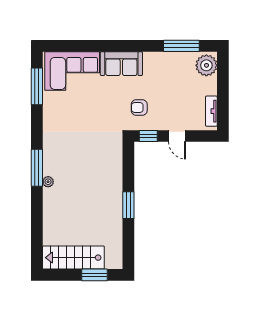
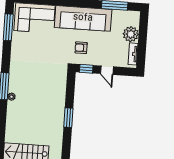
sofa: (121, 64) -> (83, 18), width x1.85, depth x1.27
plant: (206, 65) -> (131, 34), moved

